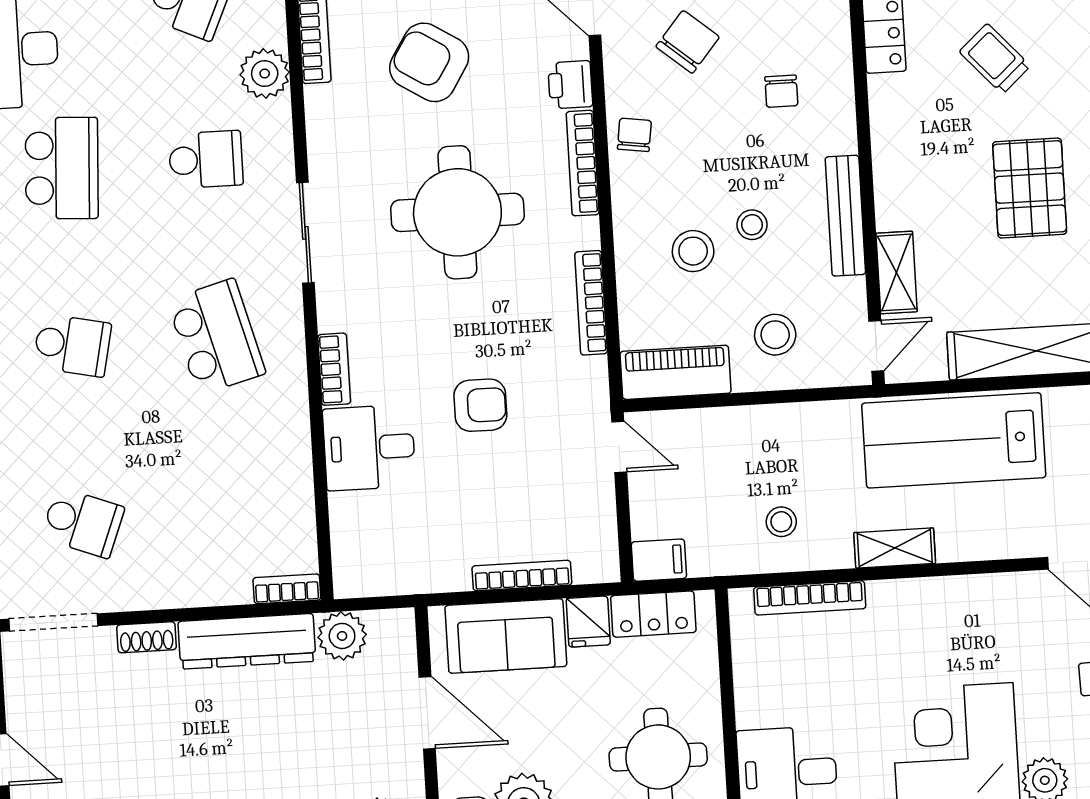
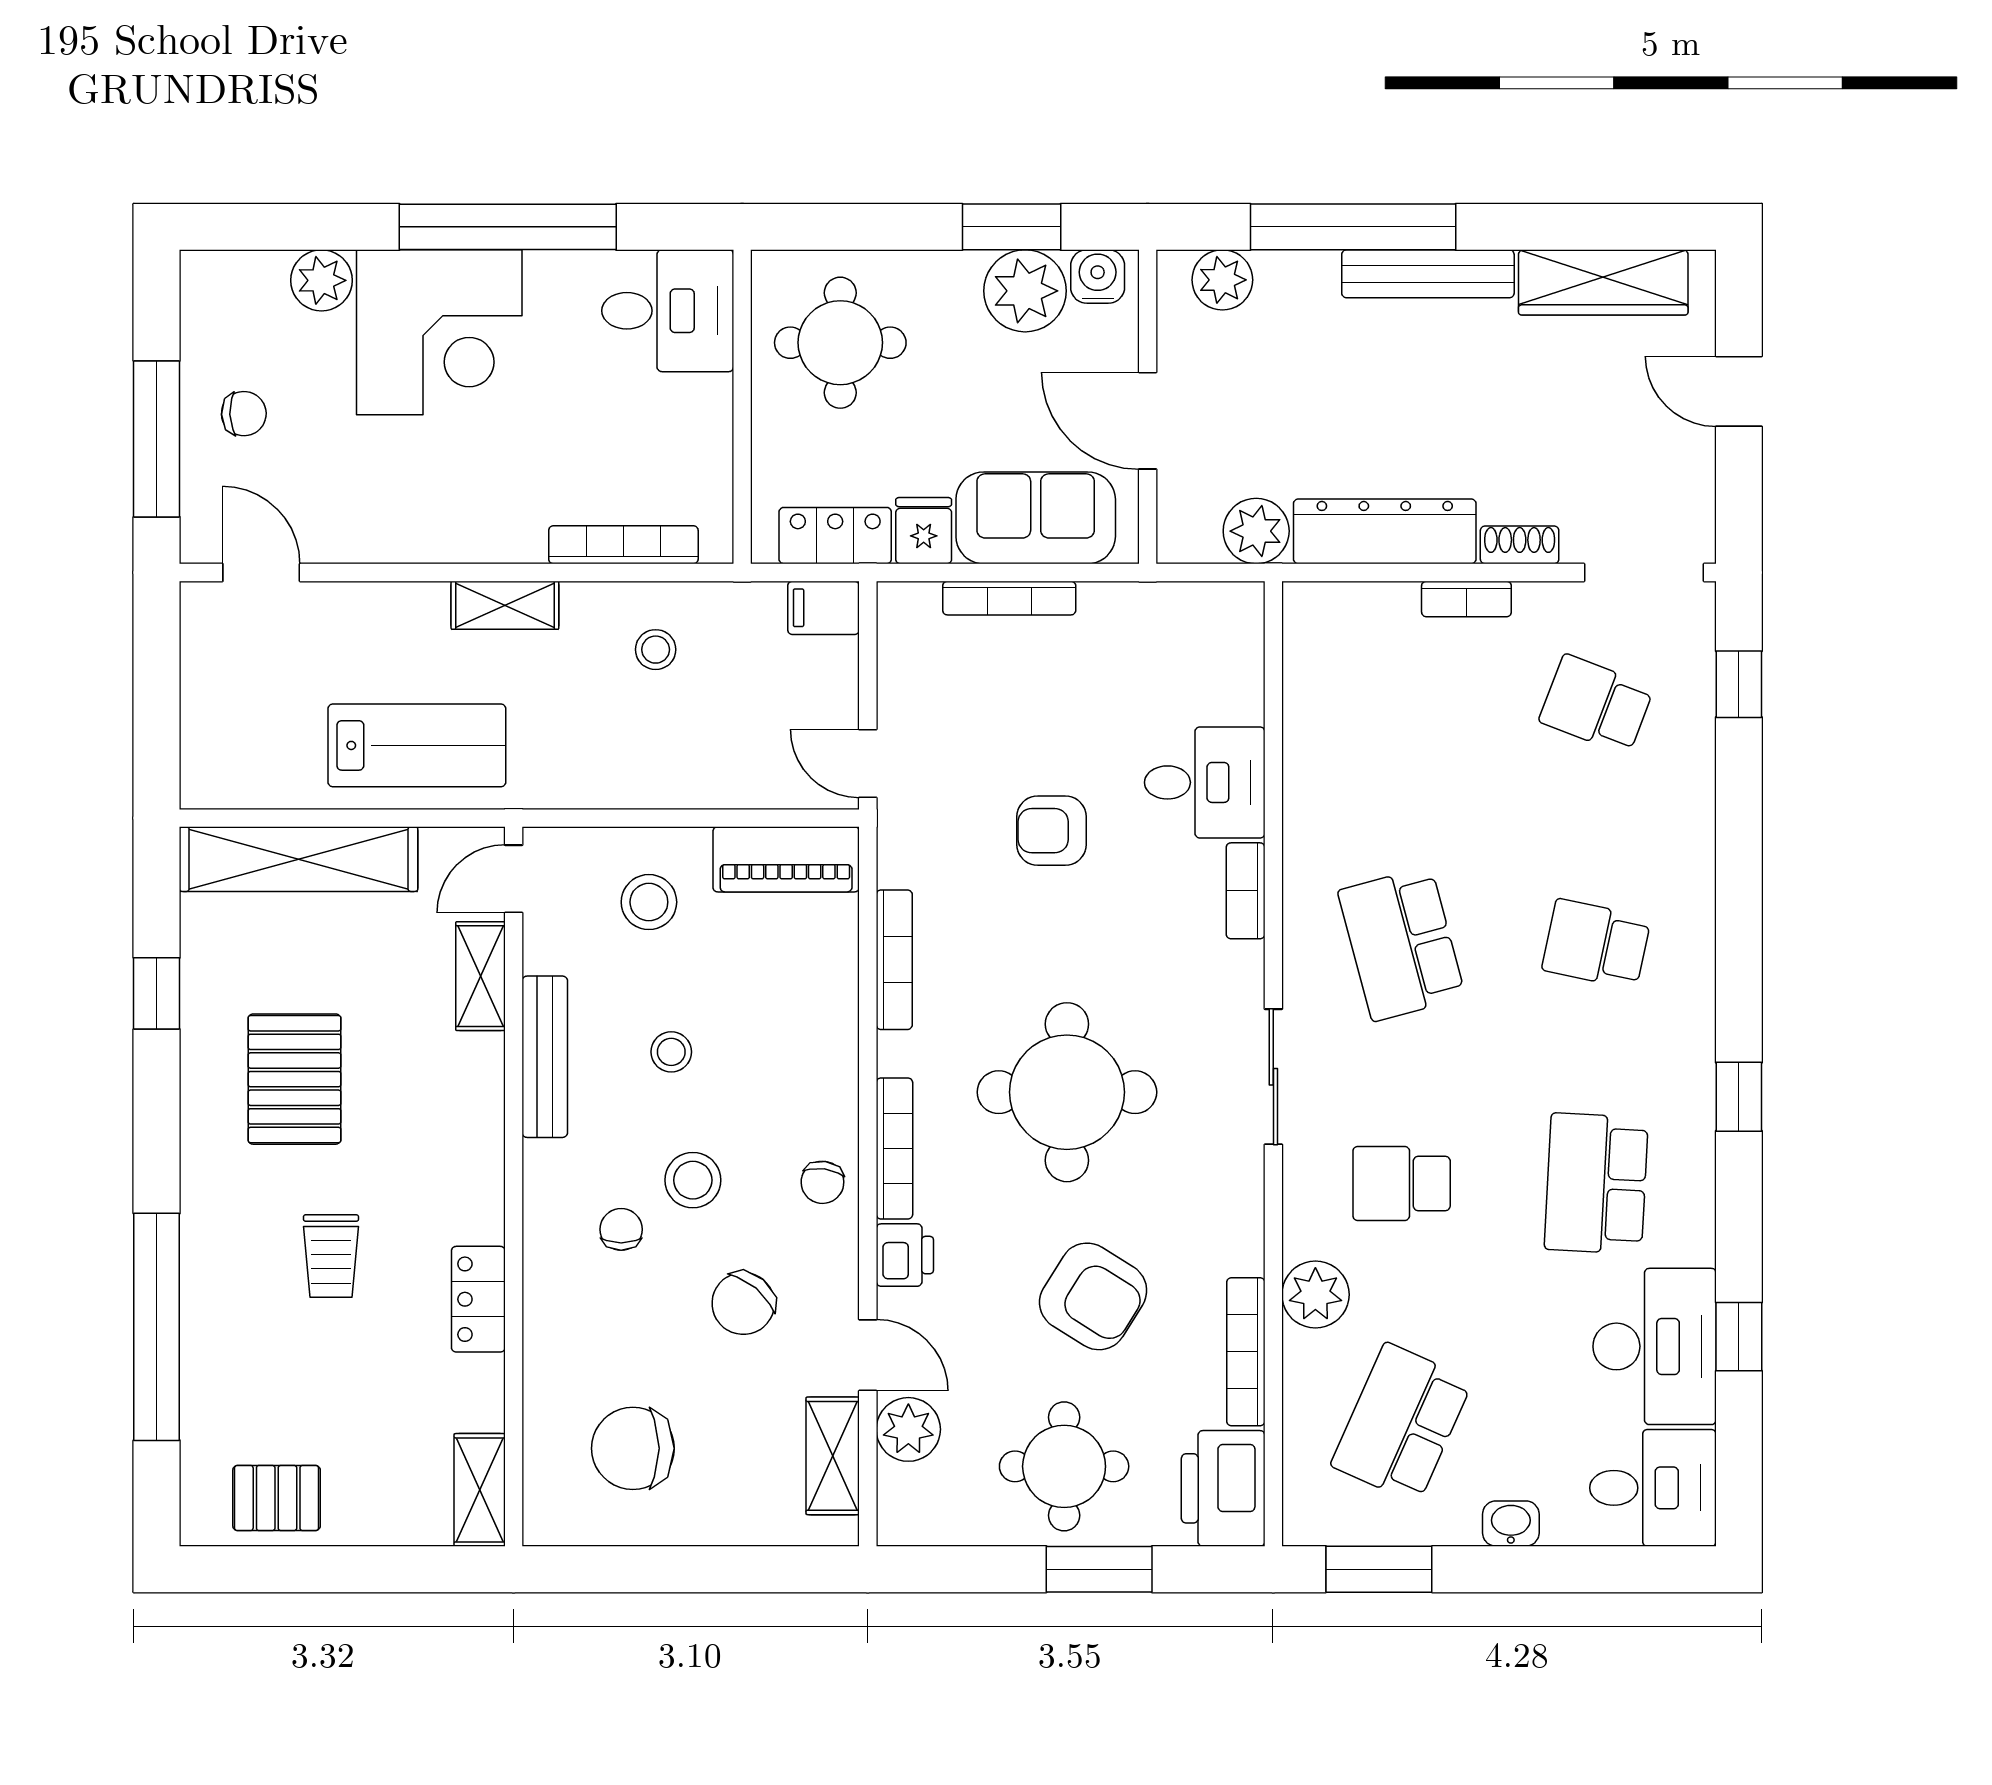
trolley: (995, 59) -> (331, 1256), turned 42
stool: (693, 251) -> (693, 1180), moved
lab bench: (954, 440) -> (417, 745), width x0.73, depth x0.72
bookcase: (287, 589) -> (1466, 599), moved

